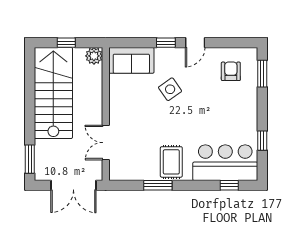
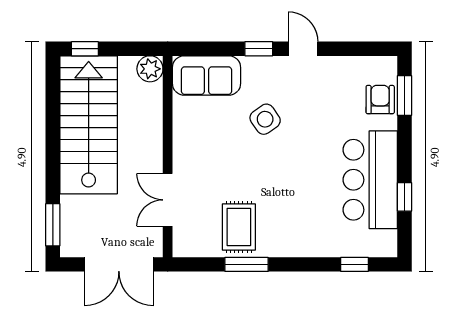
window: (66, 43) -> (85, 49), moved
door: (195, 43) -> (303, 49), swing flipped
armchair: (231, 71) -> (380, 100), moved
rug: (171, 162) -> (239, 227), moved
bar counter: (225, 163) -> (370, 180), moved, turned -90

